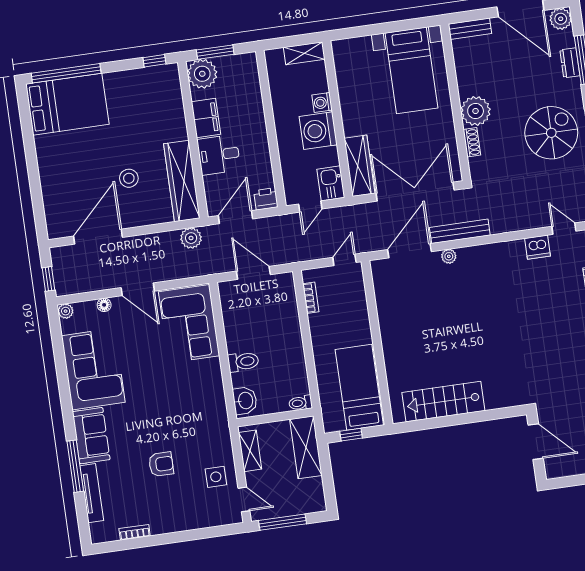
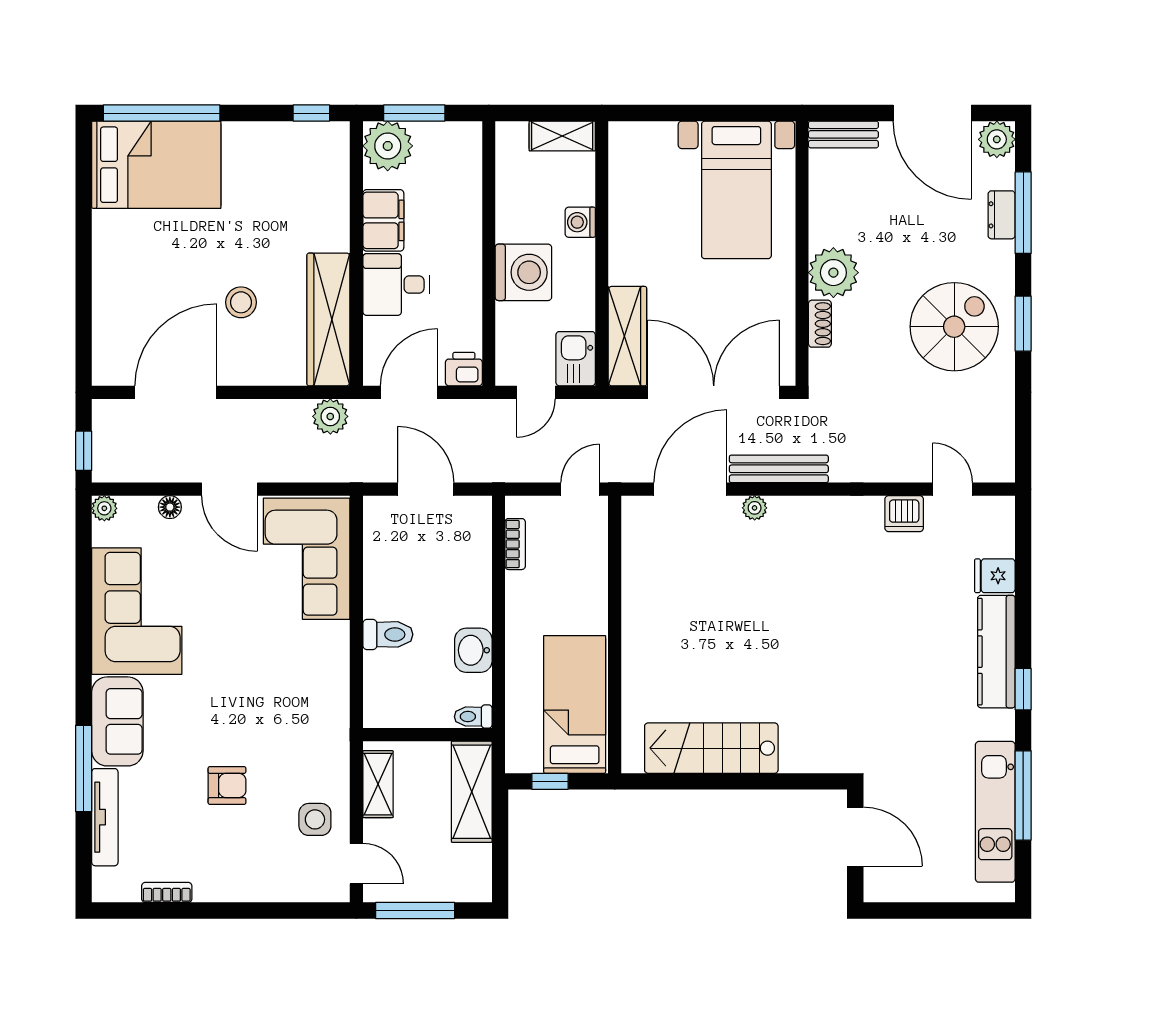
washing machine: (318, 131) -> (523, 272), moved, turned 180
washbasin: (245, 401) -> (473, 650), moved, turned 180

